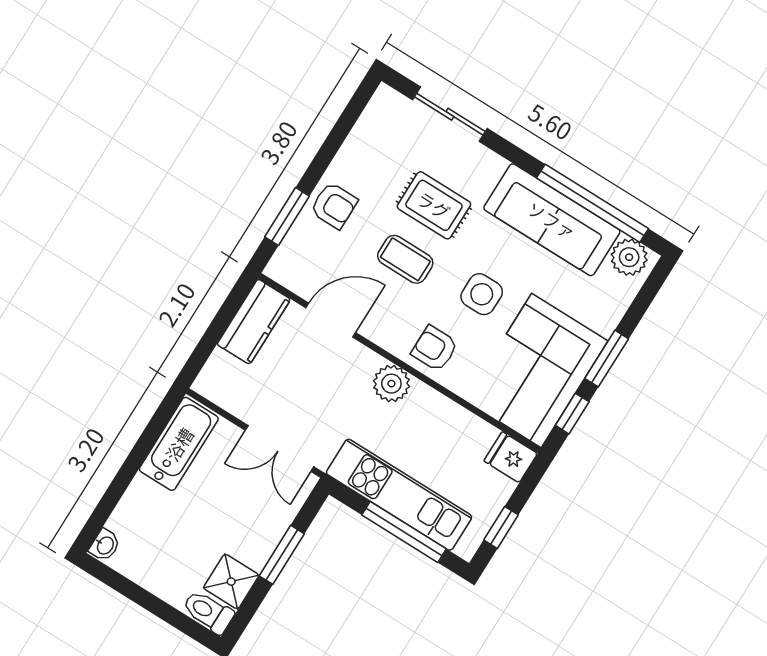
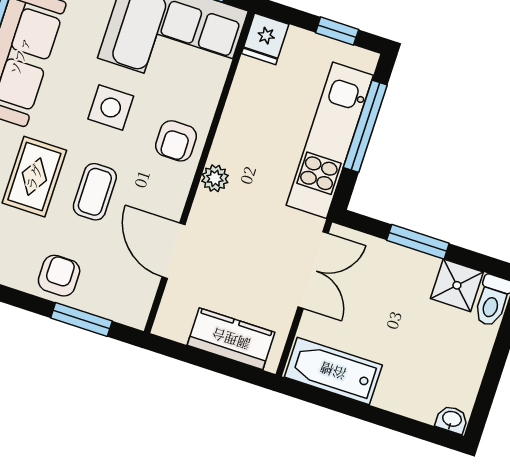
kitchen counter: (254, 322) -> (231, 339), moved
plant: (391, 384) -> (215, 178), width x0.73, depth x0.73

